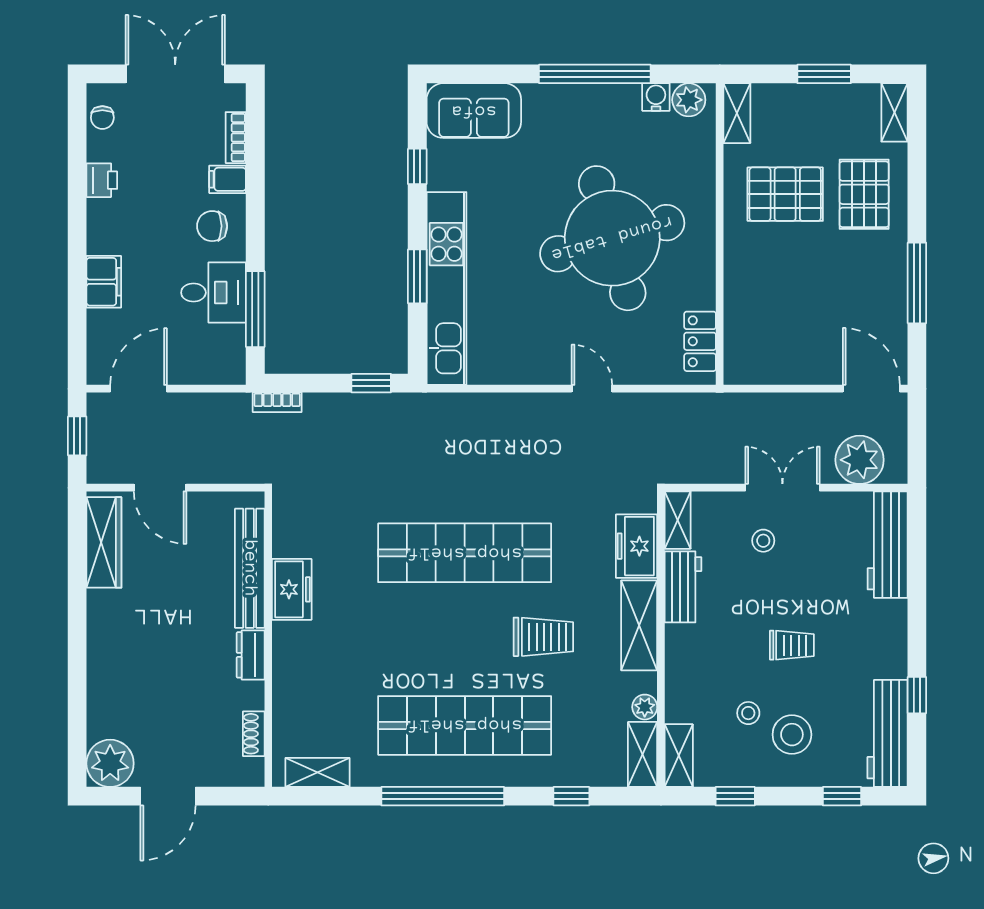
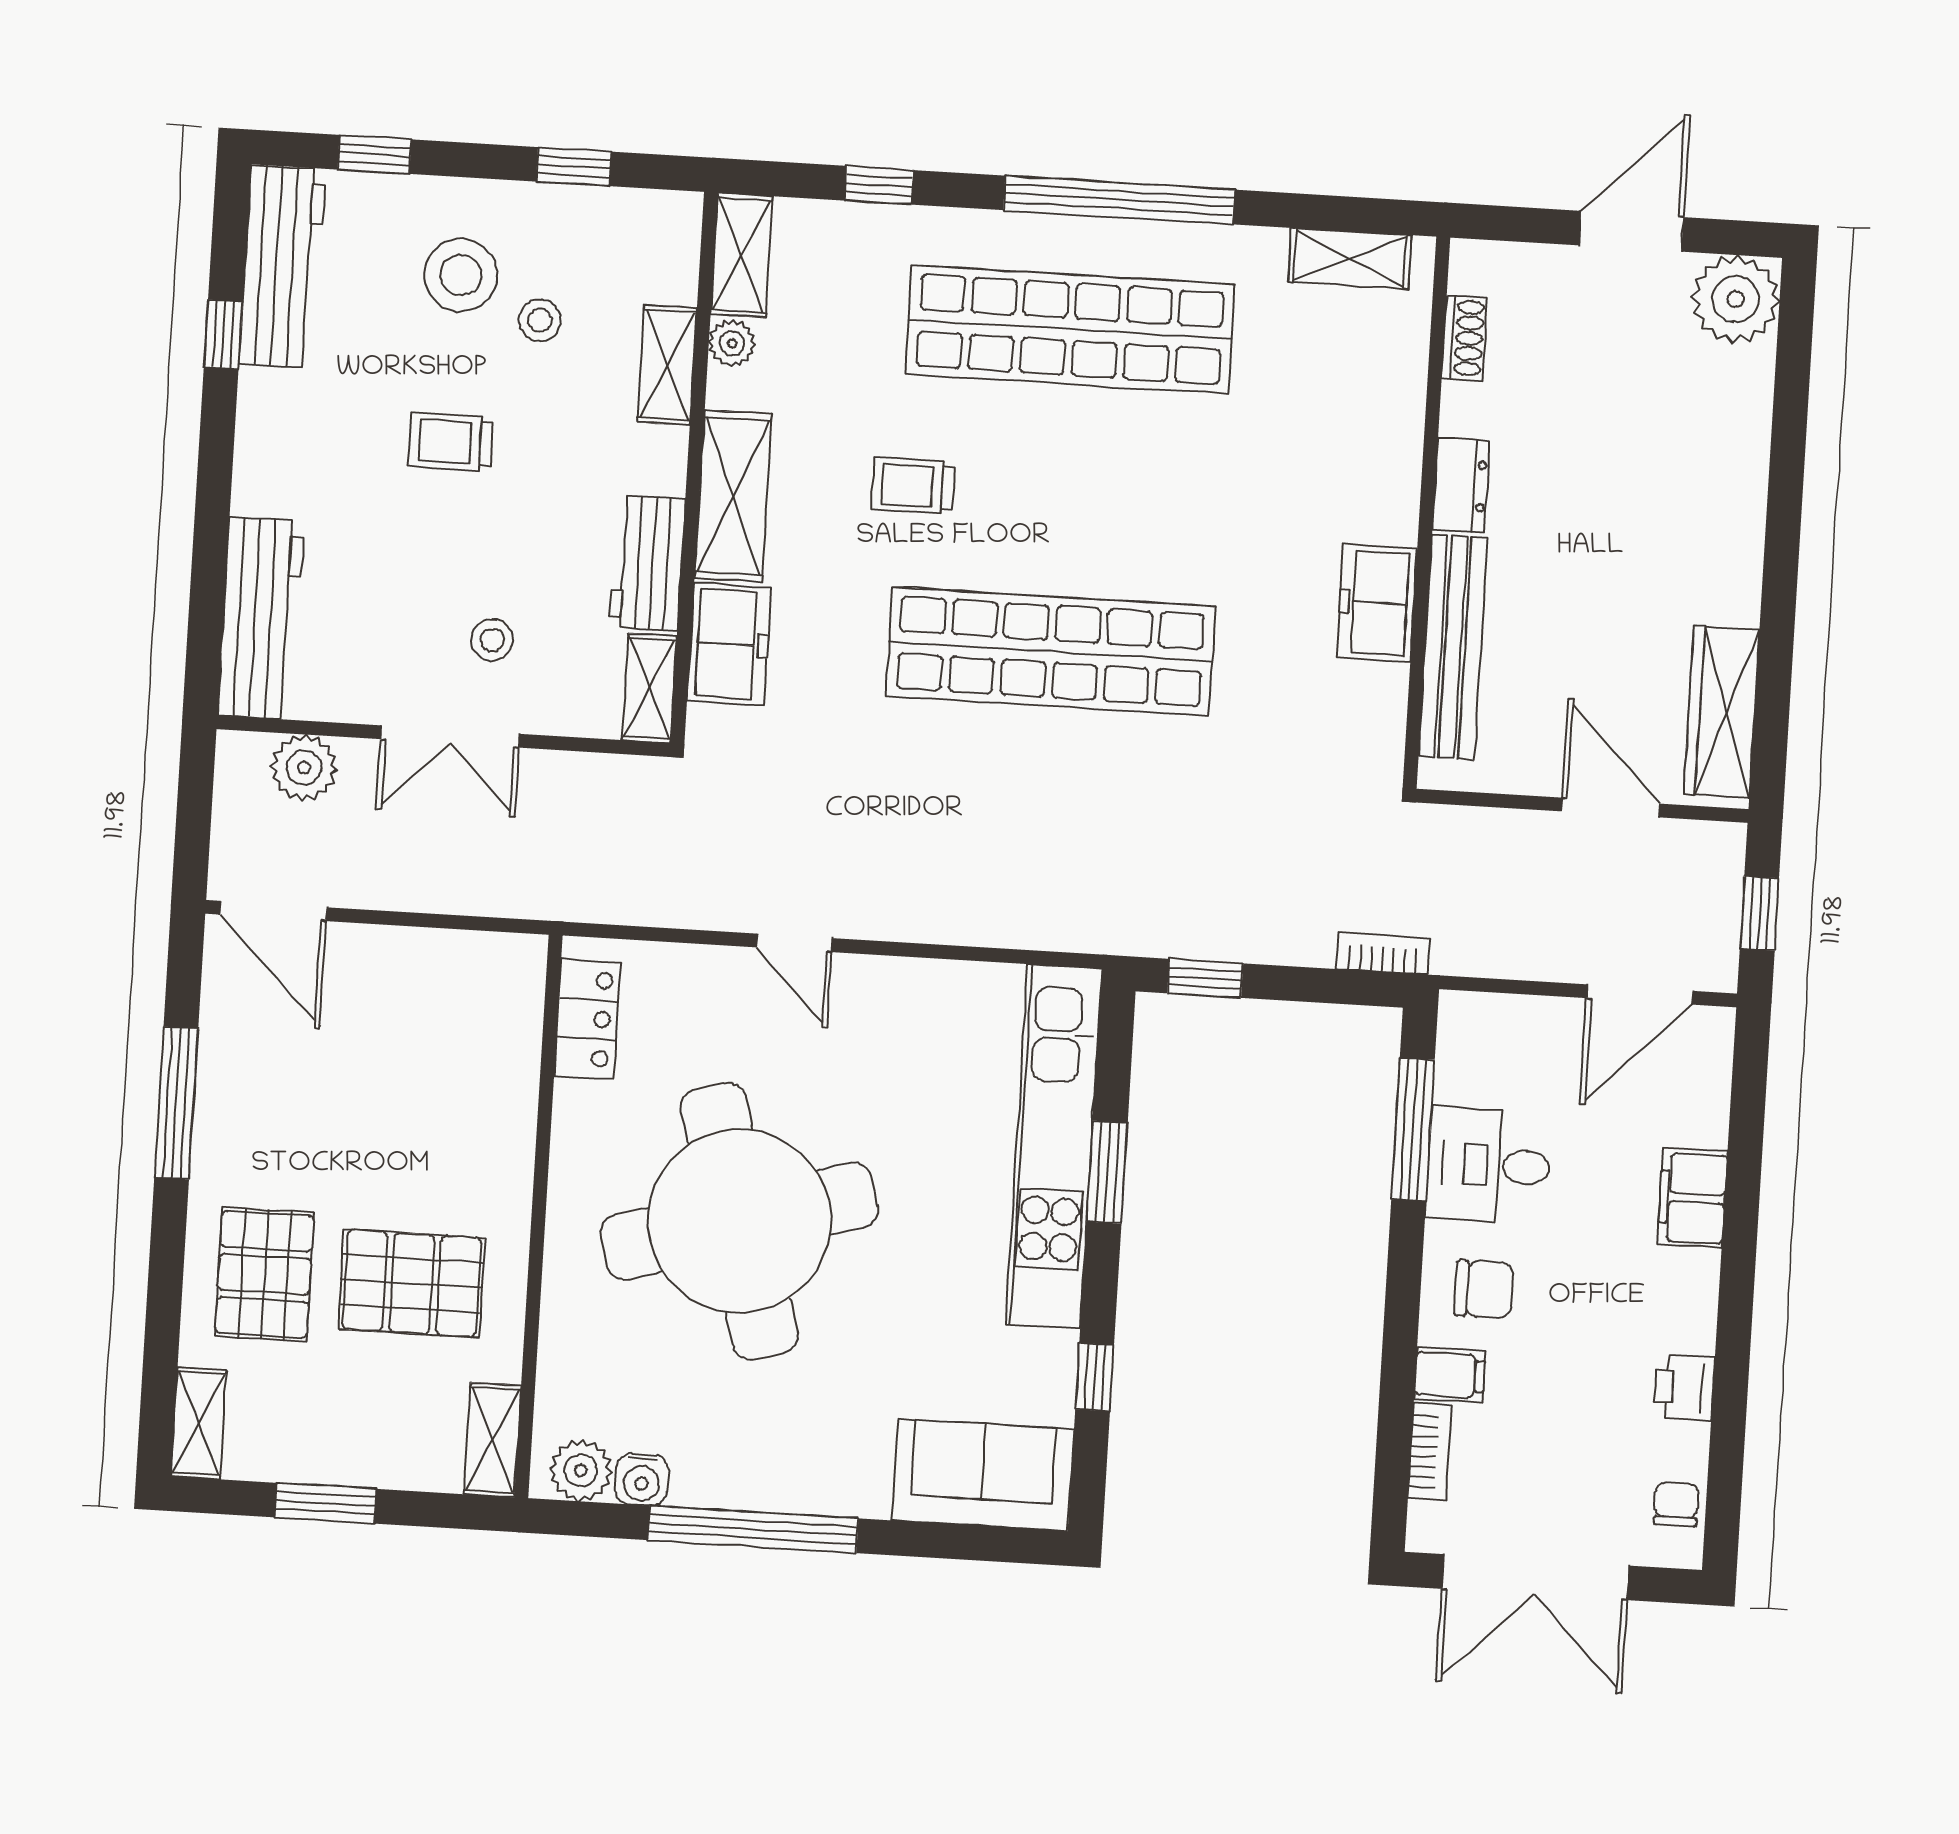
plant: (860, 460) -> (304, 768), width x0.73, depth x0.73
trolley: (543, 637) -> (913, 486), width x0.73, depth x0.72
shelving: (679, 756) -> (667, 365), moved

